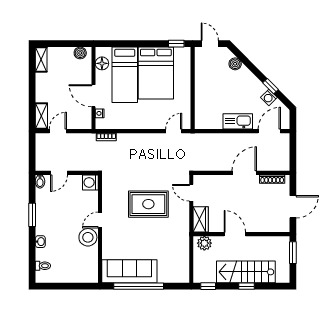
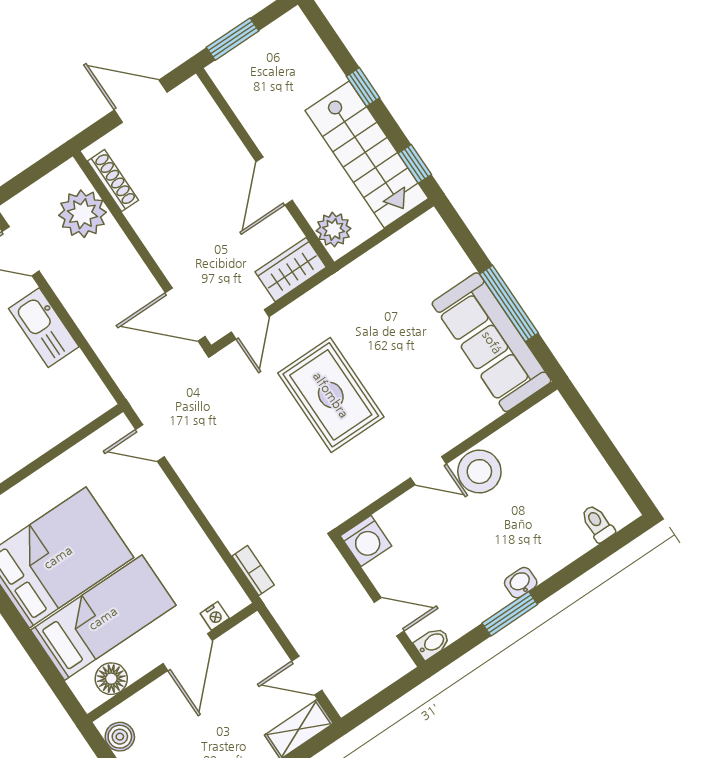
plant: (268, 161) -> (82, 214), added
door: (244, 173) -> (185, 314), moved
washbasin: (40, 242) -> (521, 583), moved
stairs: (246, 272) -> (367, 154), moved
window: (139, 286) -> (509, 304), width x0.68

